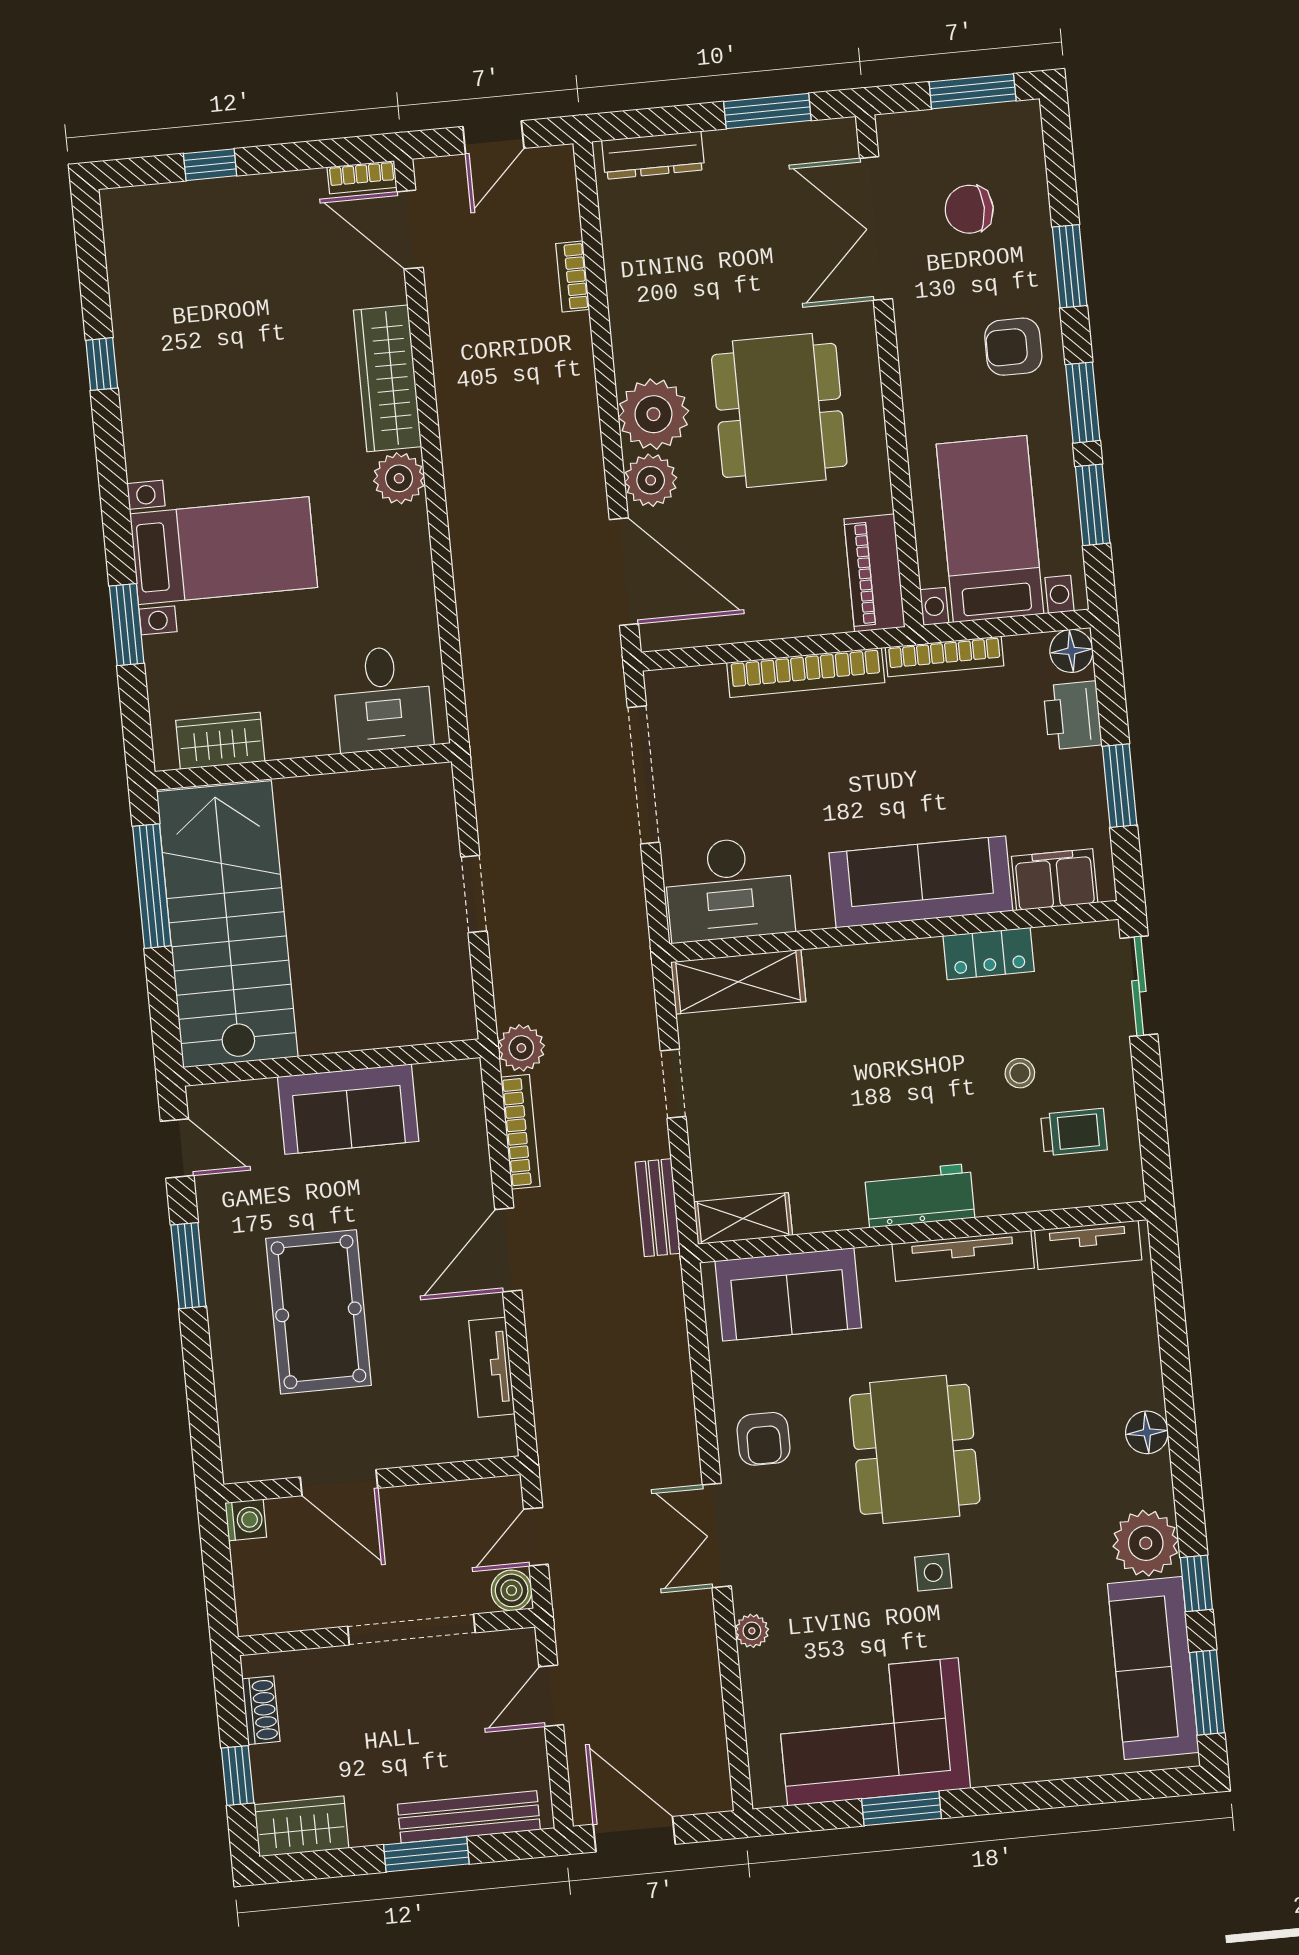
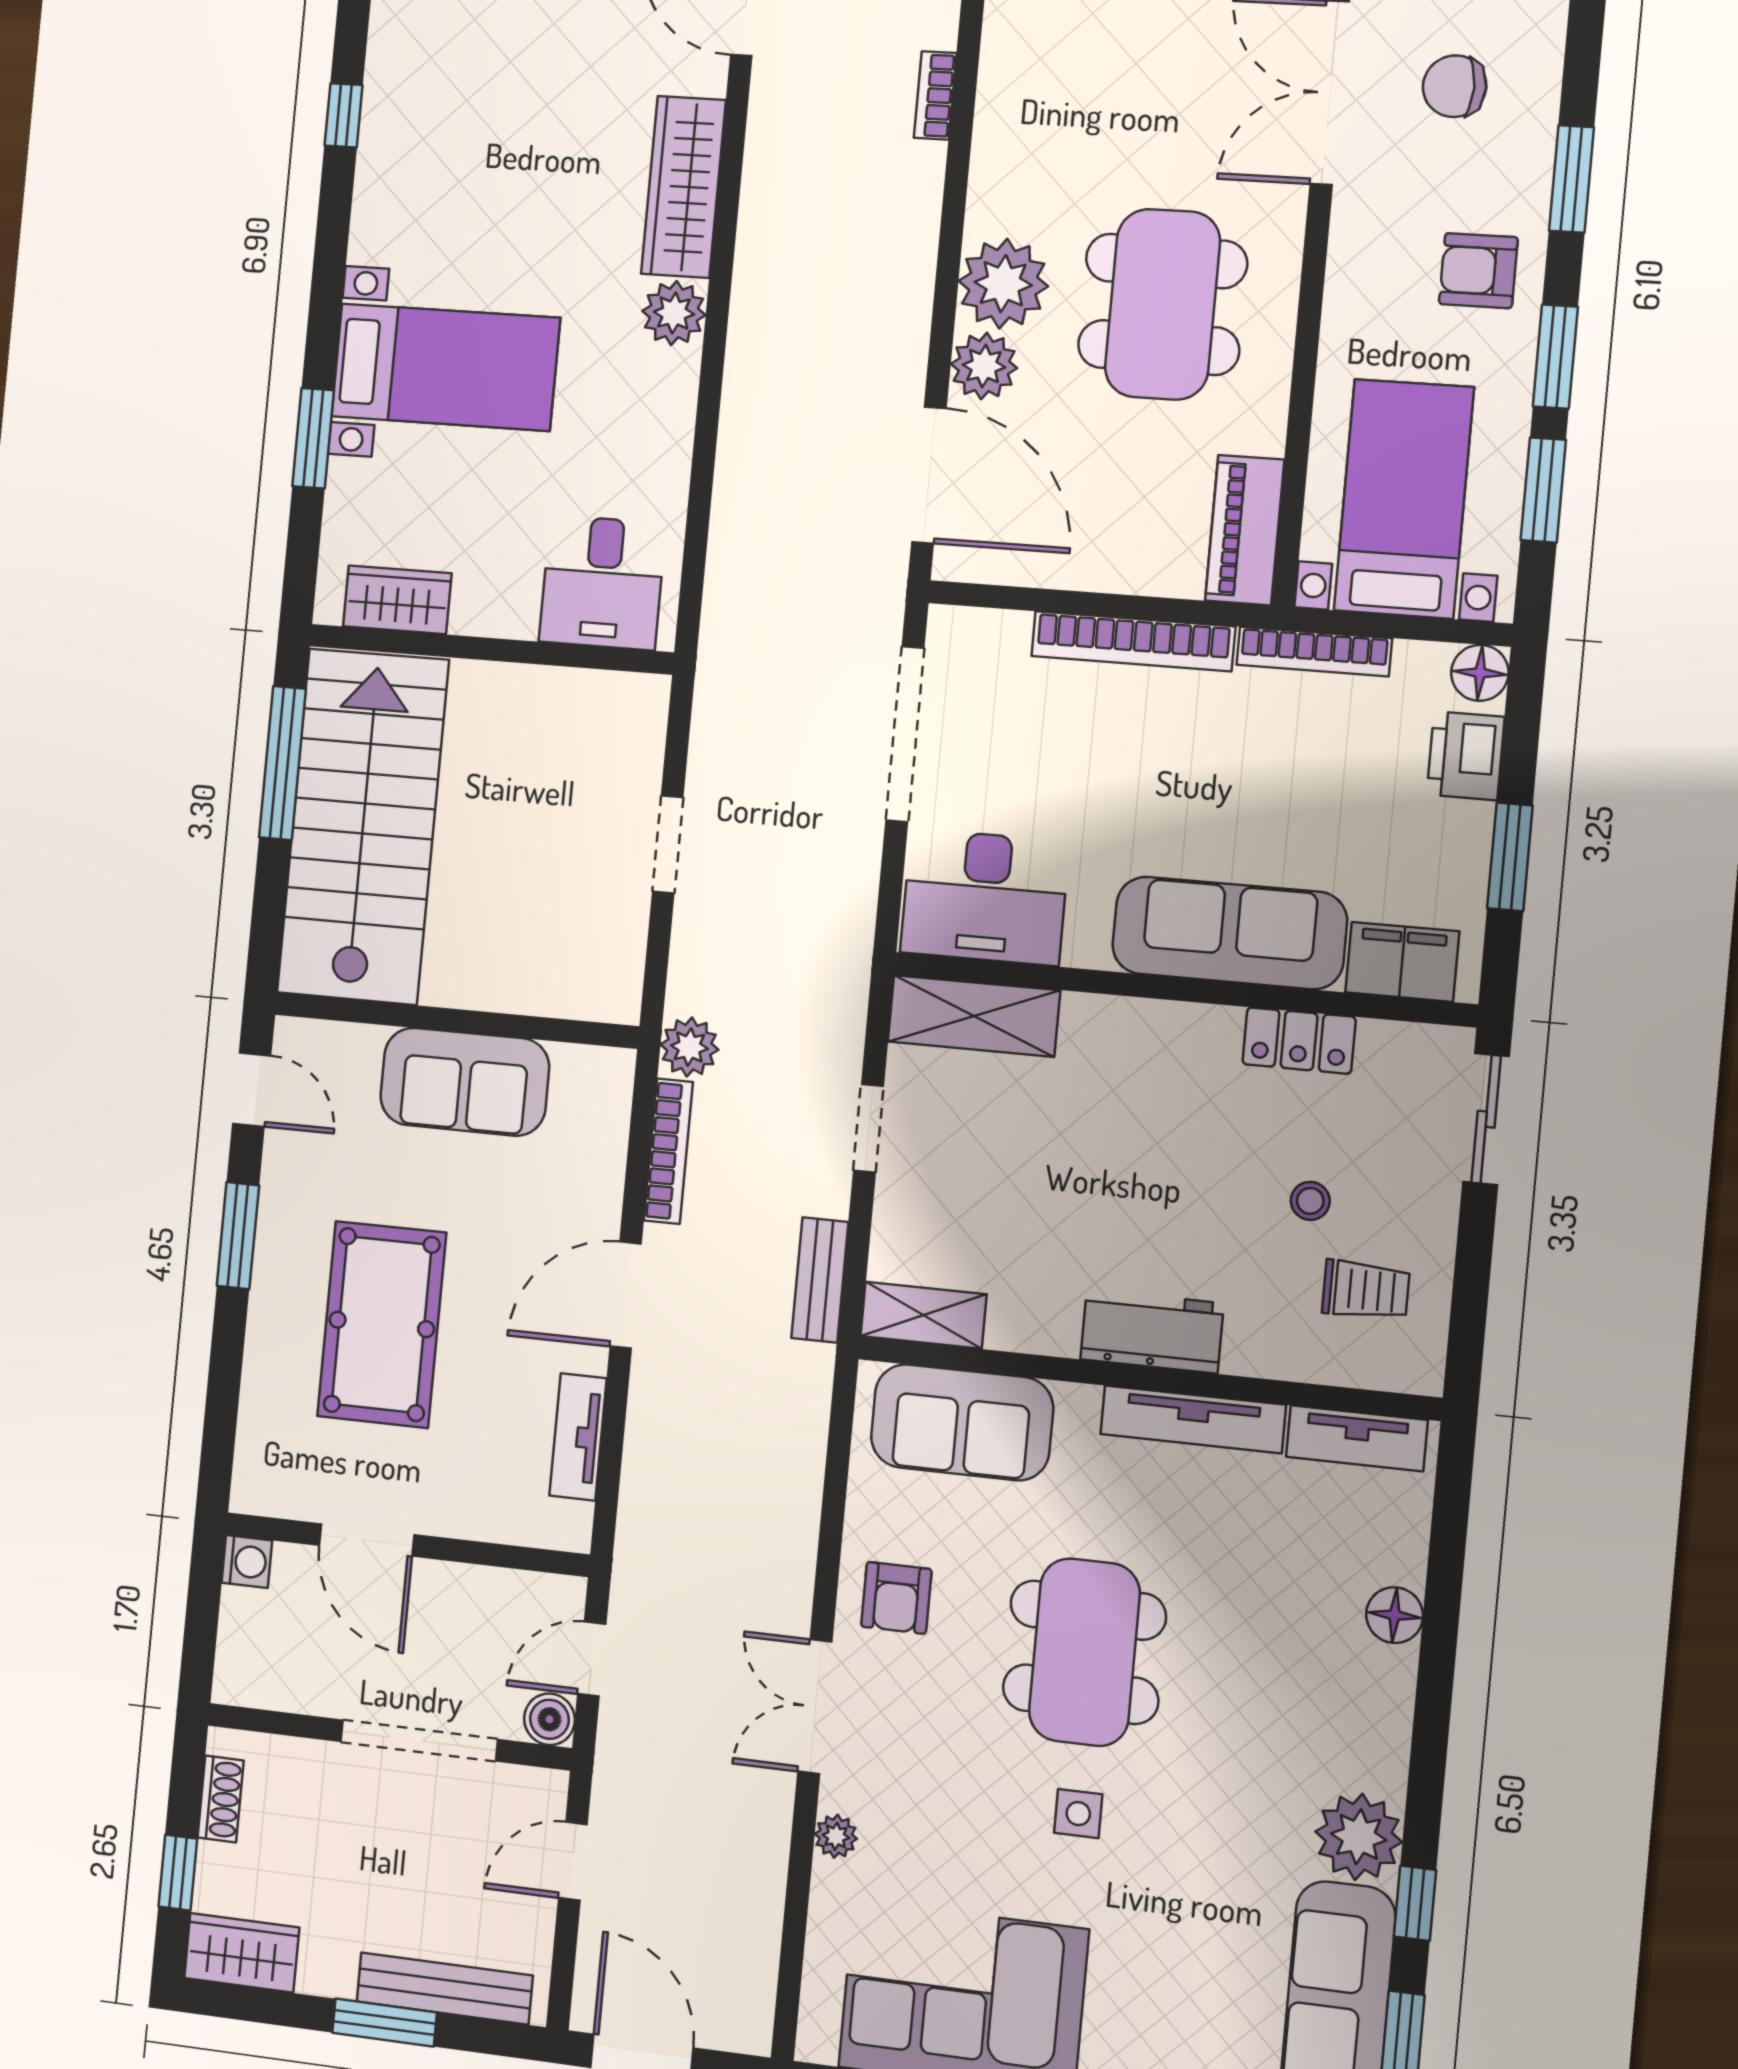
floor lamp: (1147, 1432) -> (1395, 1615), moved

